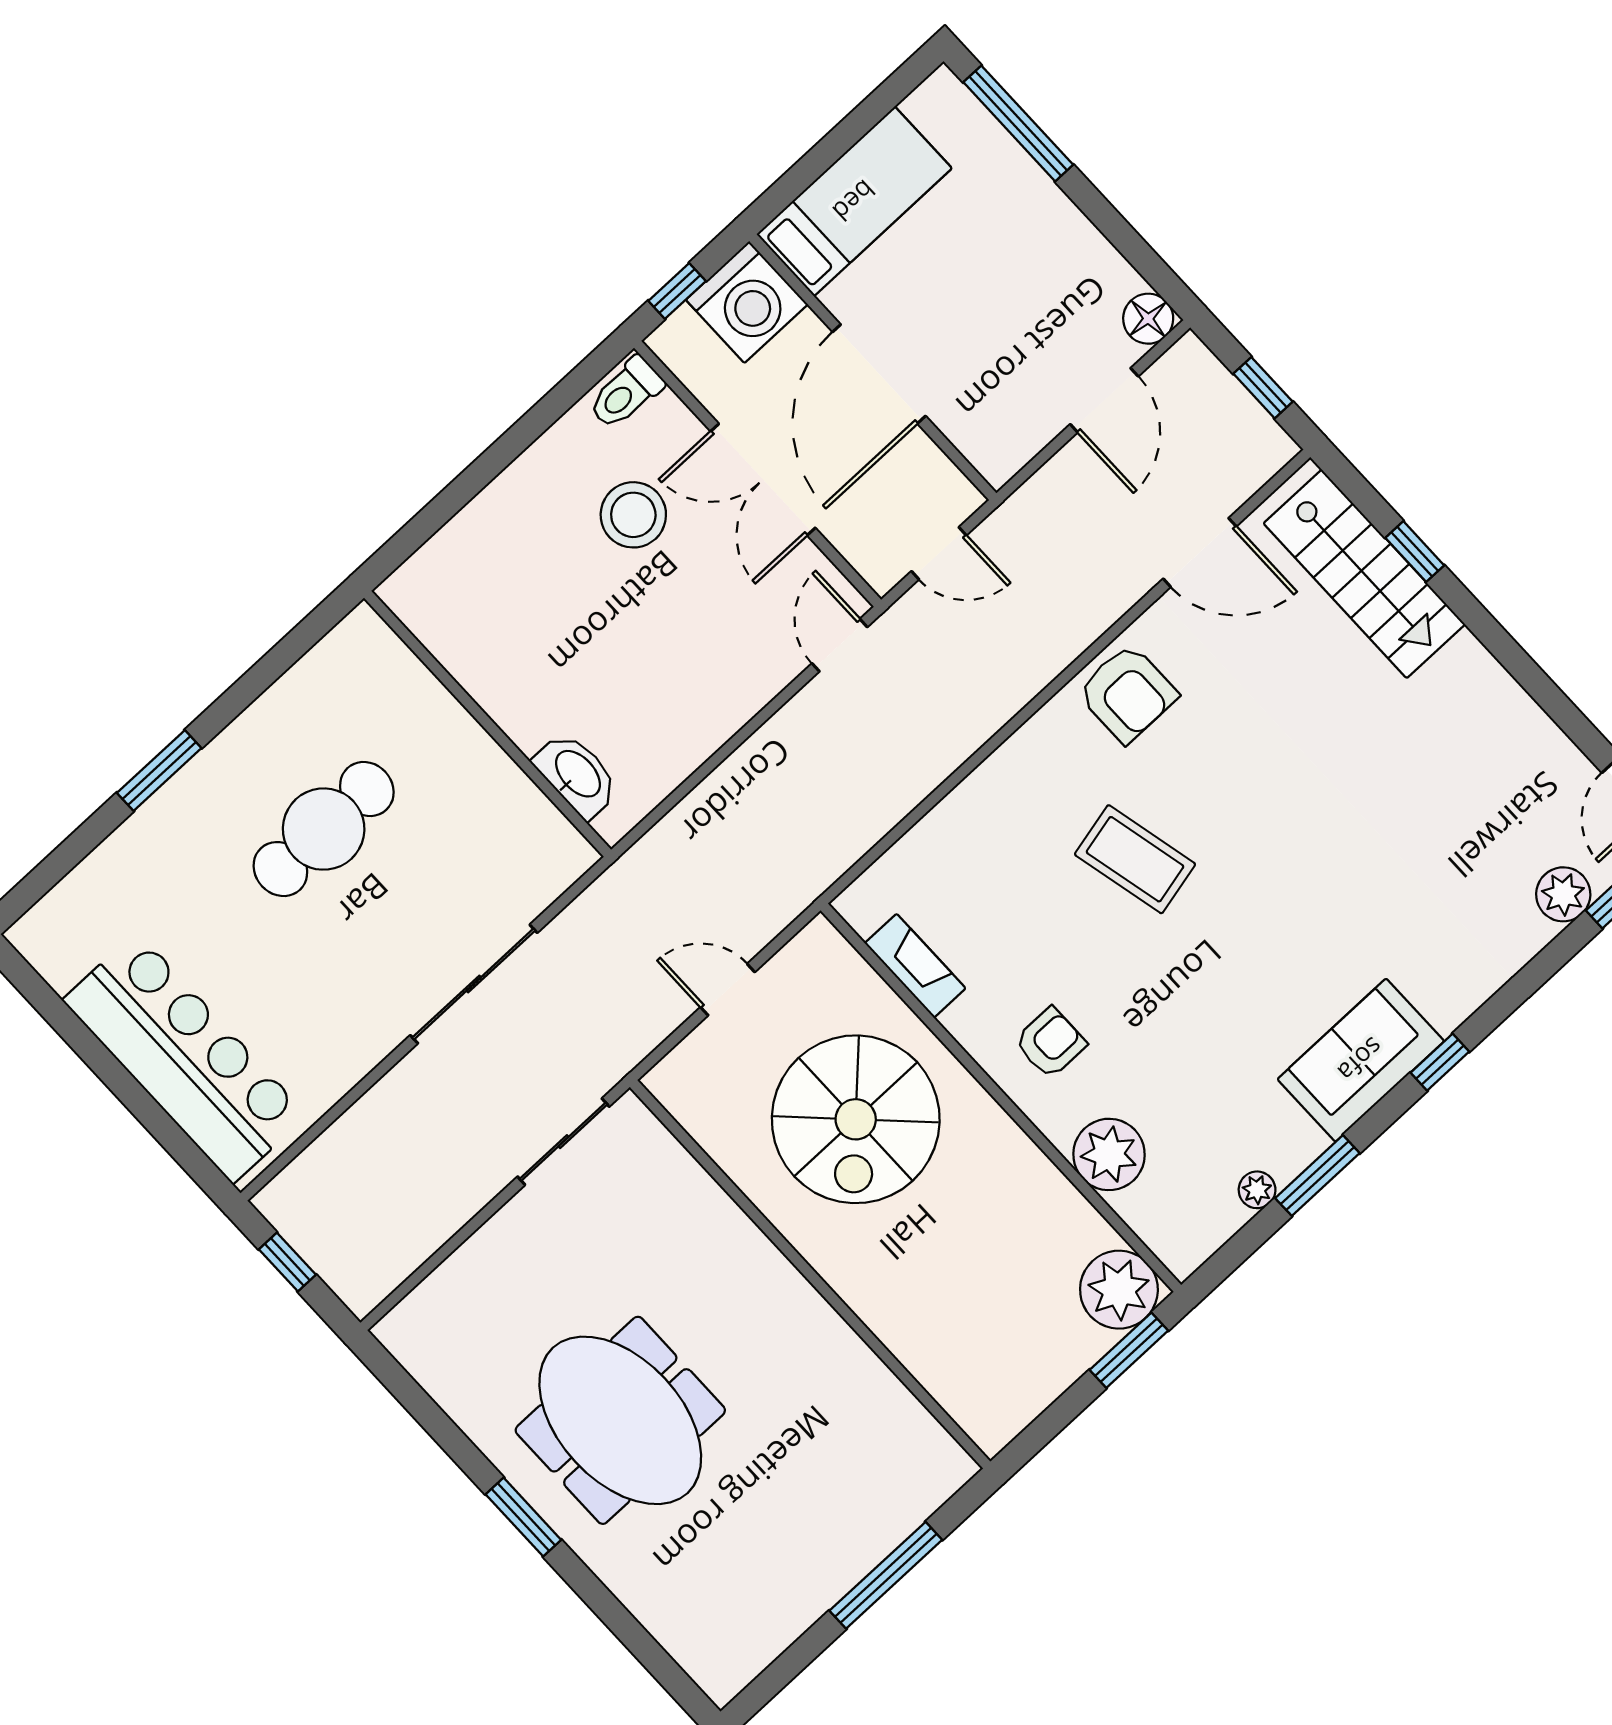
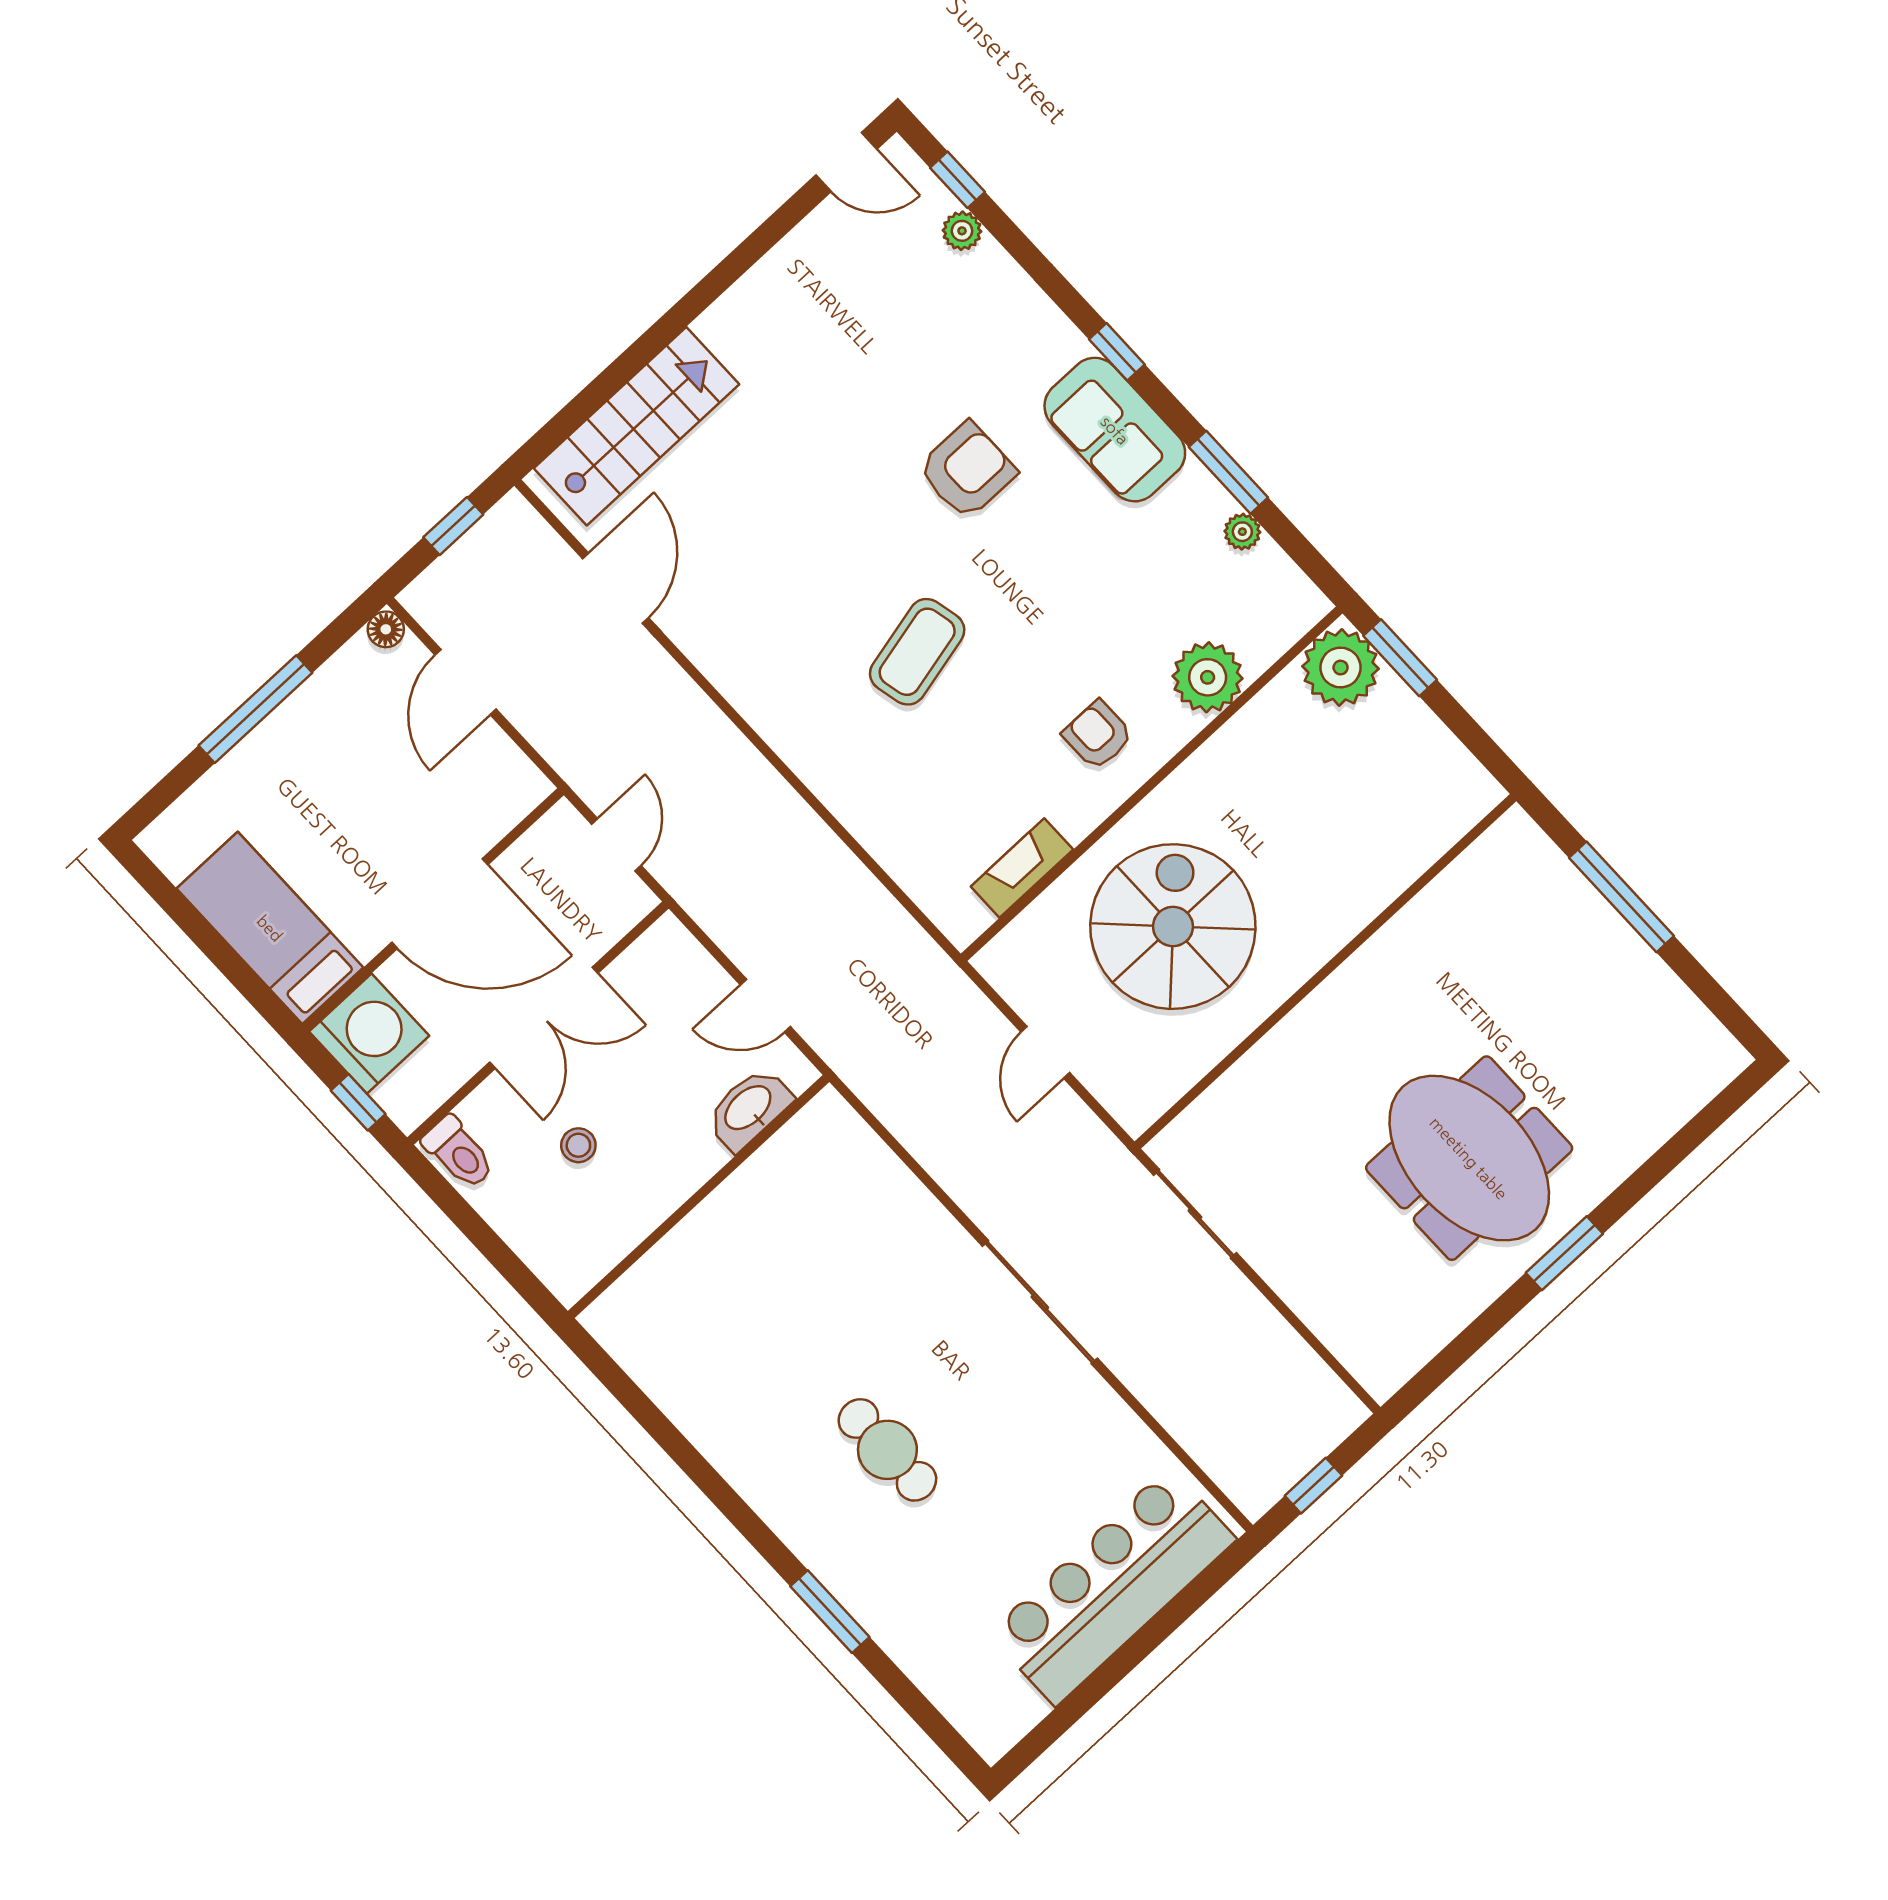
window: (1018, 123) -> (255, 709), moved
floor lamp: (1148, 319) -> (386, 629), width x0.73, depth x0.73
door: (1104, 400) -> (466, 682), swing flipped
stool: (633, 515) -> (578, 1145), width x0.53, depth x0.53
window: (1415, 552) -> (615, 377), removed
door: (840, 645) -> (765, 1006), moved
armchair: (1127, 693) -> (967, 470), moved
wall: (488, 724) -> (699, 1197), moved
washbasin: (577, 775) -> (749, 1109), moved
cafe table: (324, 829) -> (887, 1450), width x0.73, depth x0.74
plant: (1563, 894) -> (962, 231), width x0.73, depth x0.73
spiral stairs: (856, 1119) -> (1173, 927), turned -90
meeting table: (620, 1420) -> (1469, 1158), turned 90

